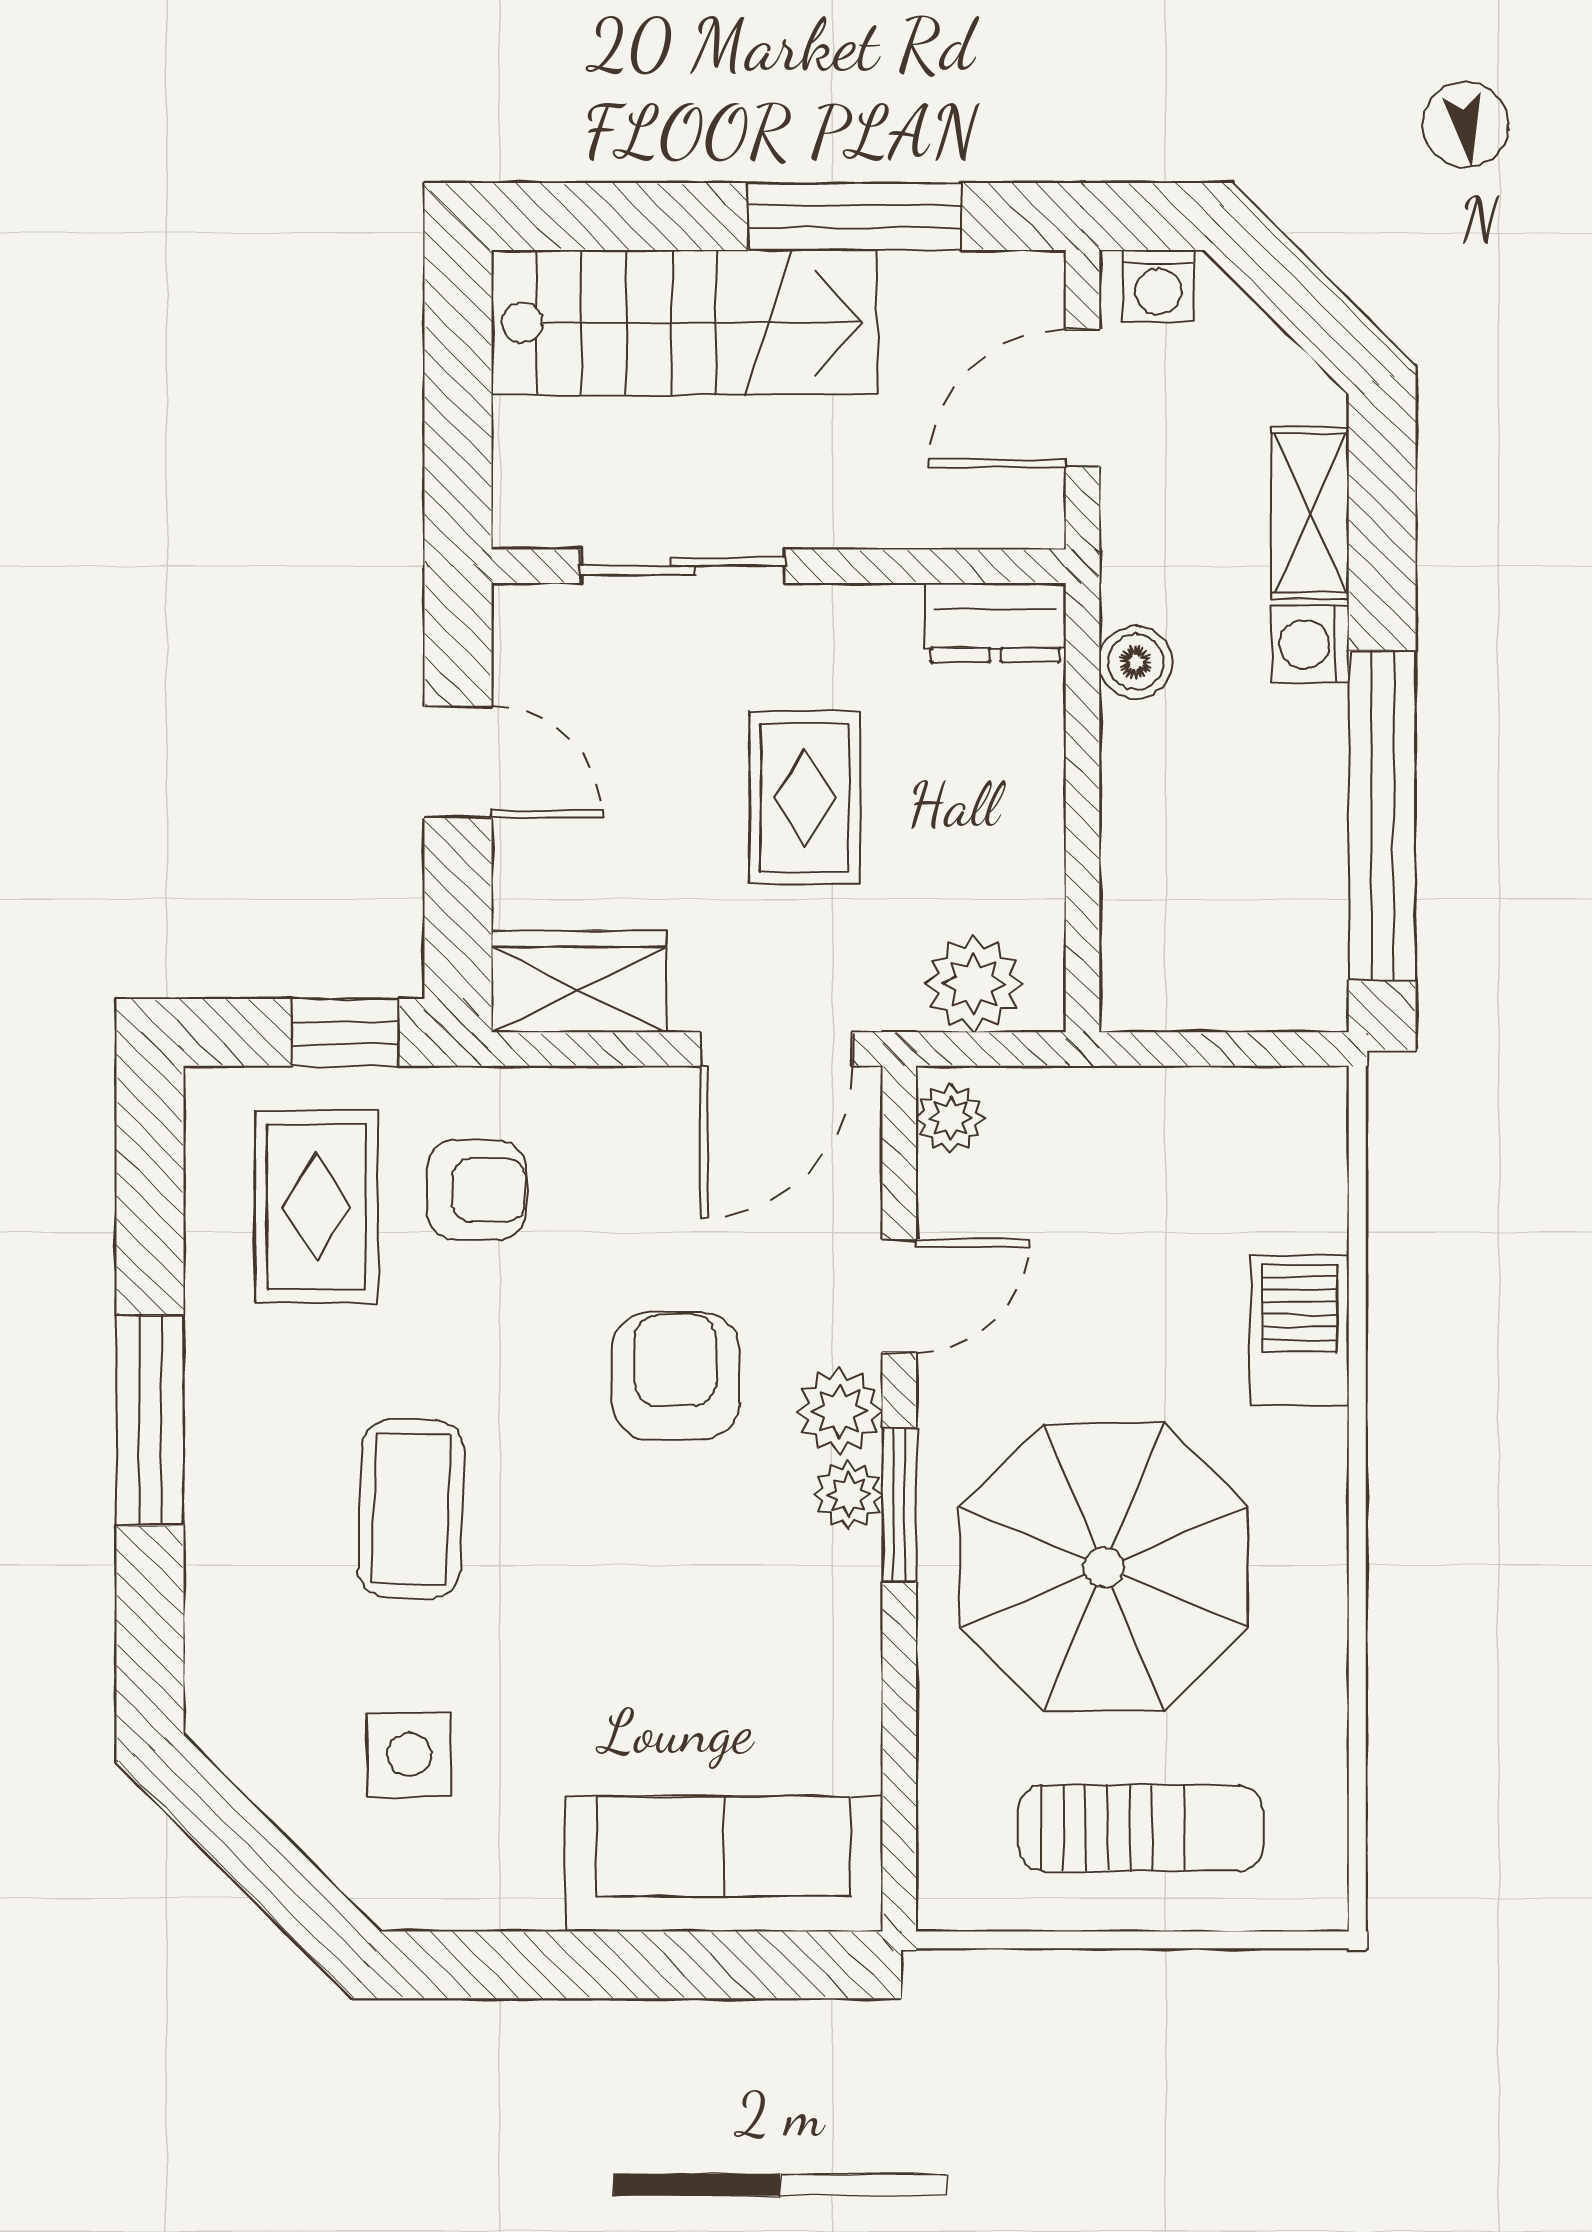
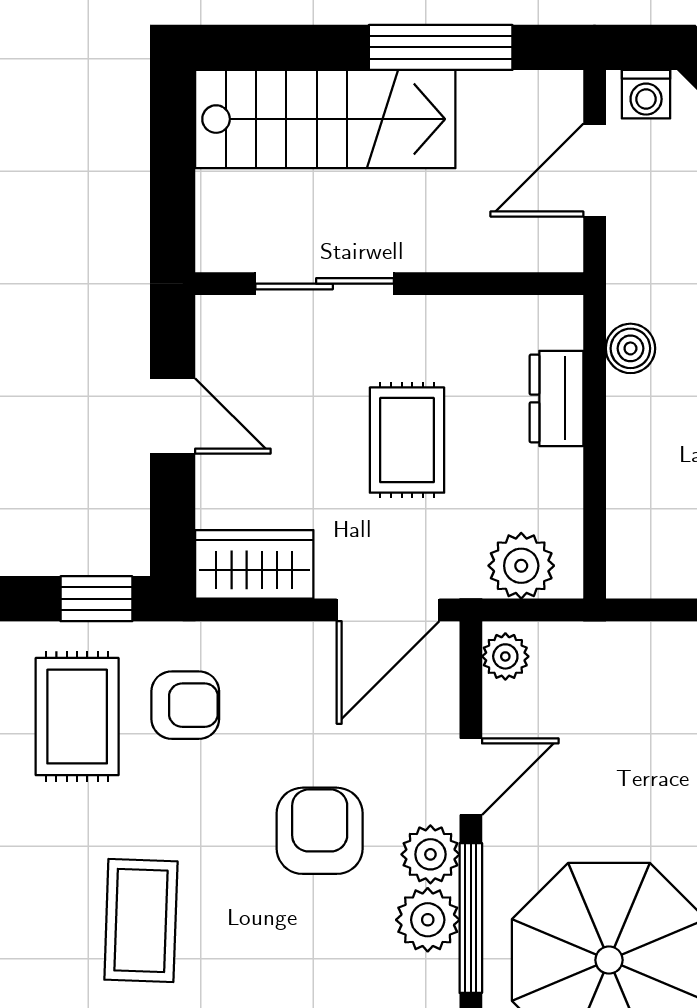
dresser: (995, 622) -> (556, 398), moved, turned 90
plant: (848, 1495) -> (428, 920), width x1.38, depth x1.38
window: (899, 1505) -> (471, 918), width x1.44

